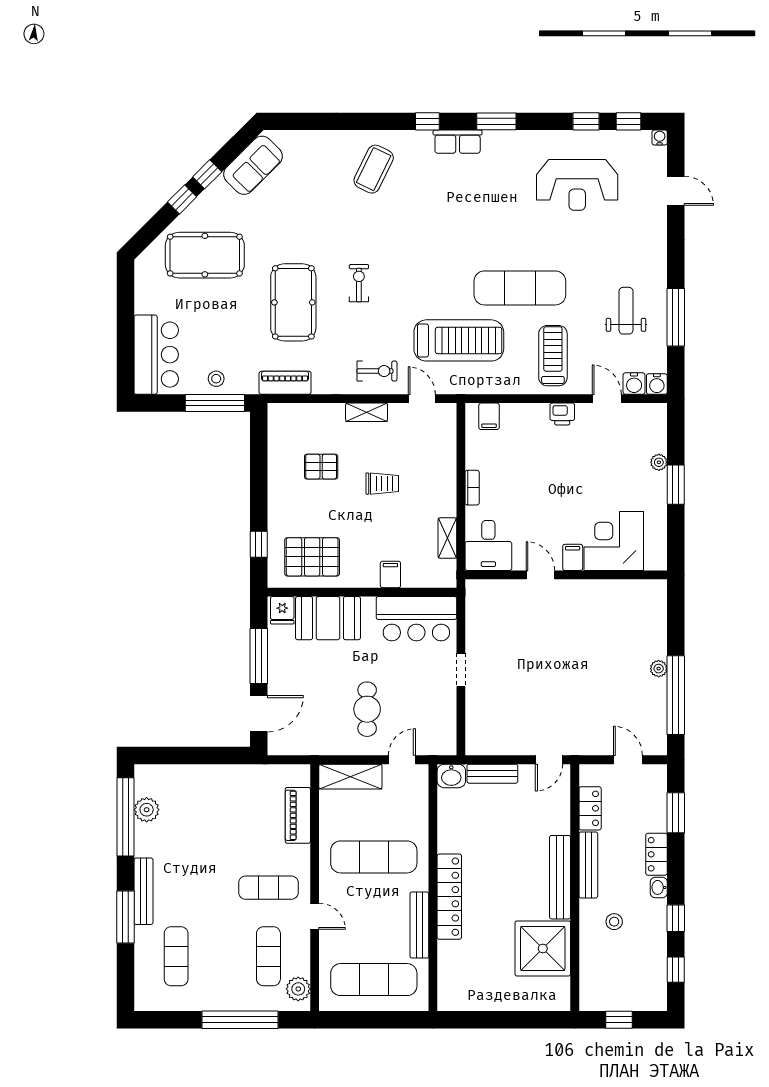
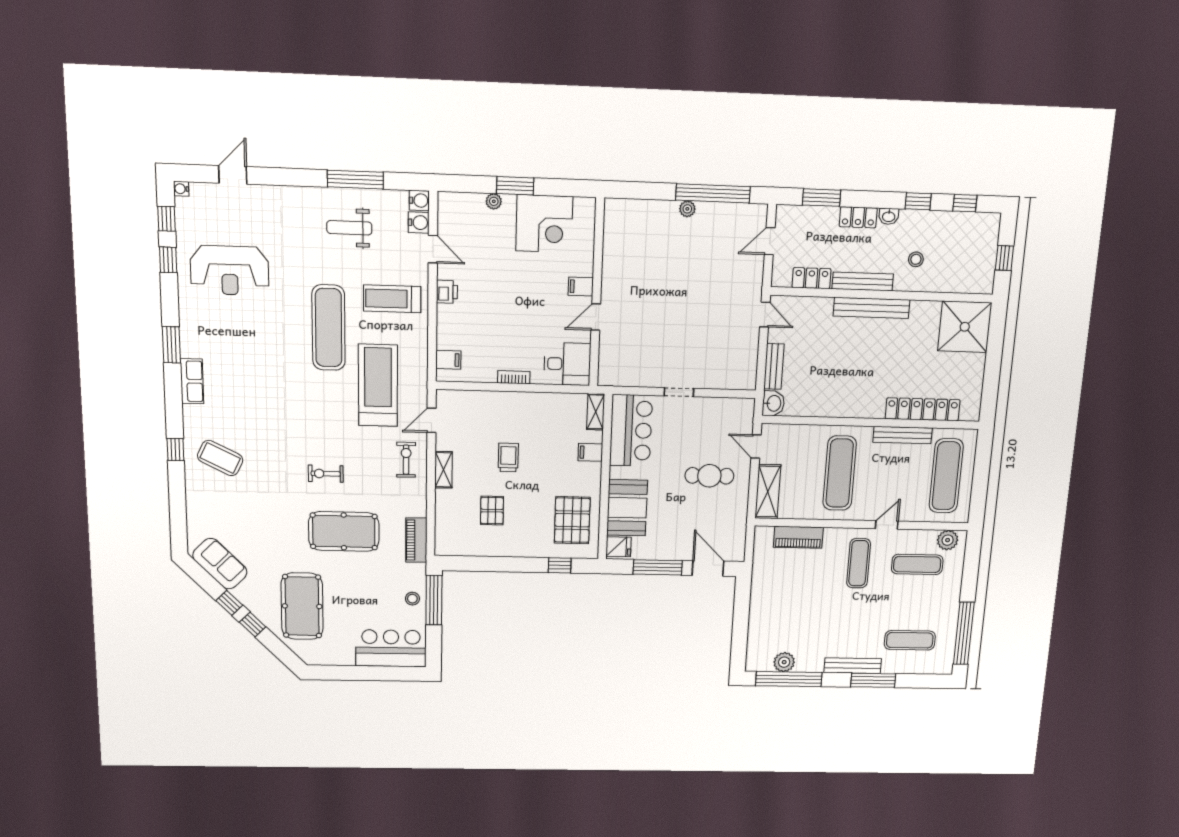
window: (427, 121) -> (175, 450), moved
reception desk: (577, 185) -> (230, 270), turned 90
door: (607, 399) -> (433, 249), swing flipped
shelving: (447, 538) -> (596, 412), moved, turned 90
corner desk: (614, 541) -> (544, 224), moved, turned -90
locker: (449, 897) -> (923, 409), moved
shower: (543, 948) -> (965, 327), moved
window: (240, 1020) -> (964, 633), moved

